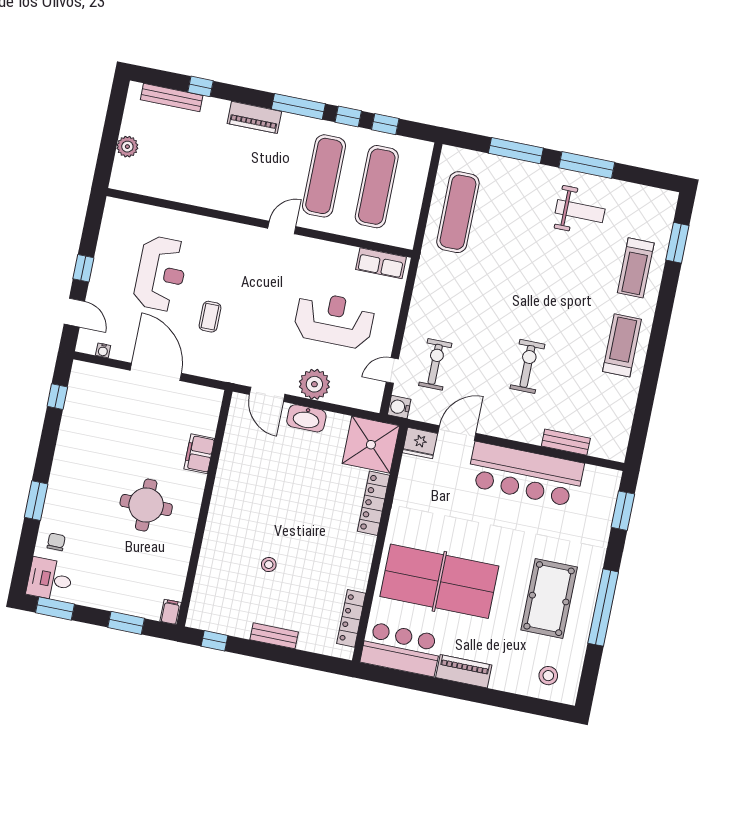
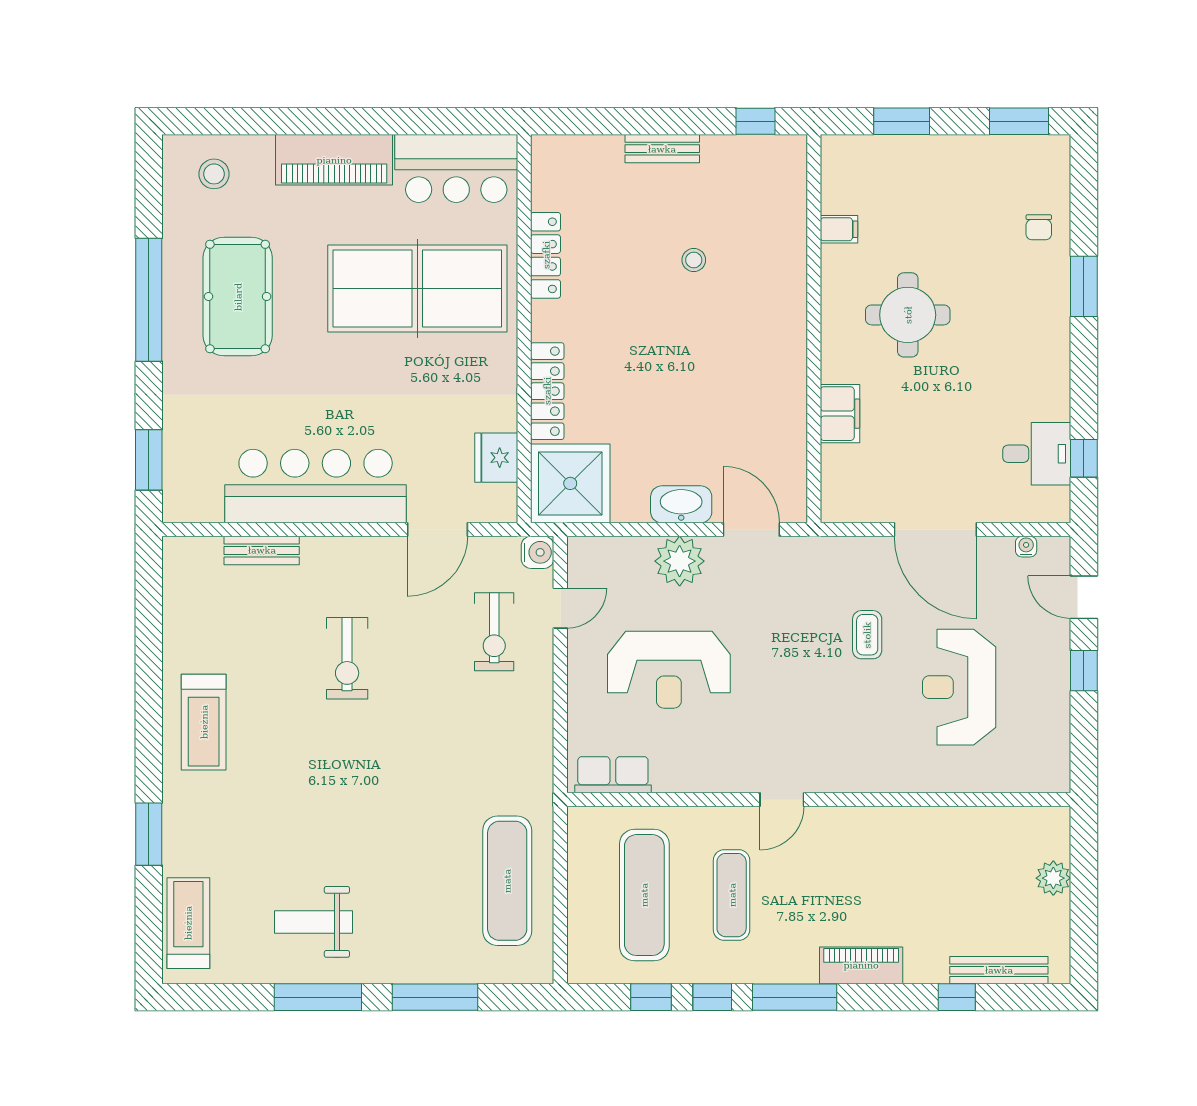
exercise mat: (324, 176) -> (732, 895), width x0.73, depth x0.69
window: (677, 243) -> (149, 834), moved
treadmill: (636, 268) -> (188, 923), moved
fridge: (420, 443) -> (496, 458), moved, turned -90
desk: (50, 579) -> (1037, 454), moved
filing cabinet: (171, 612) -> (839, 229), moved, turned -90
locker: (351, 618) -> (546, 255), moved
piano: (464, 671) -> (334, 160), width x1.37, depth x1.33

